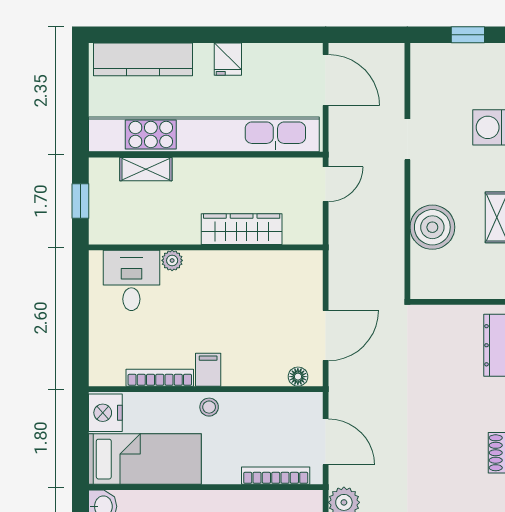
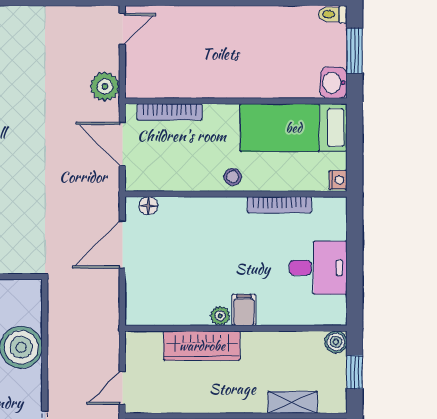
boiler: (100, 233) -> (336, 342), added
plant: (172, 260) -> (220, 316), moved
desk: (131, 280) -> (318, 268), moved, turned -90
filing cabinet: (208, 370) -> (244, 310), moved, turned 180
nightstand: (105, 413) -> (338, 180), width x0.53, depth x0.56

